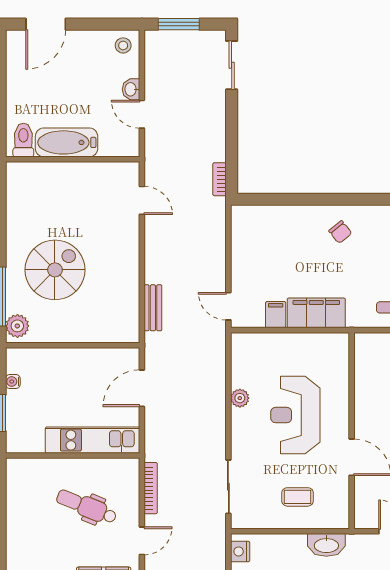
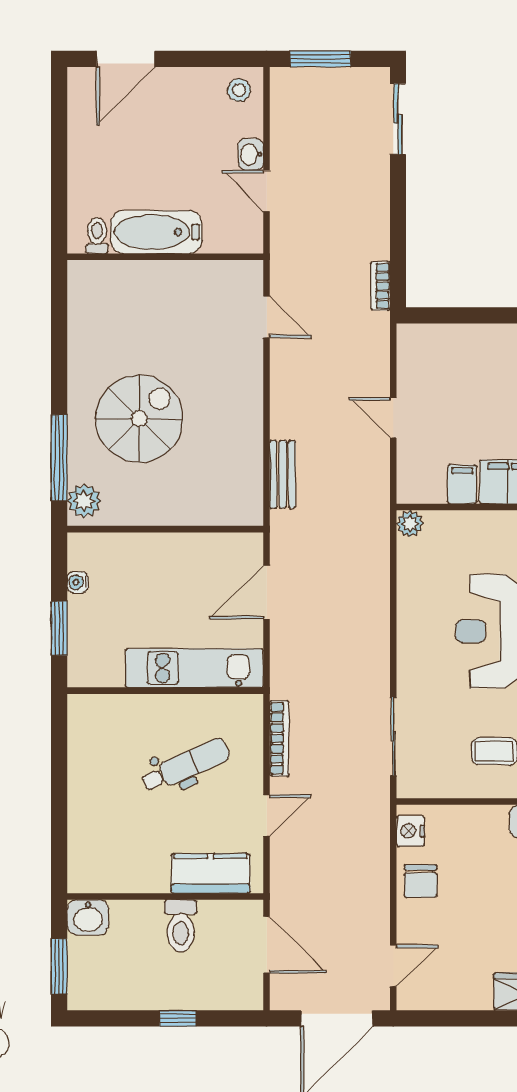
toilet: (23, 140) -> (97, 236), width x0.73, depth x0.72
door: (228, 306) -> (393, 418), moved
plant: (240, 398) -> (410, 524), moved
dental chair: (87, 507) -> (186, 766), turned 134

